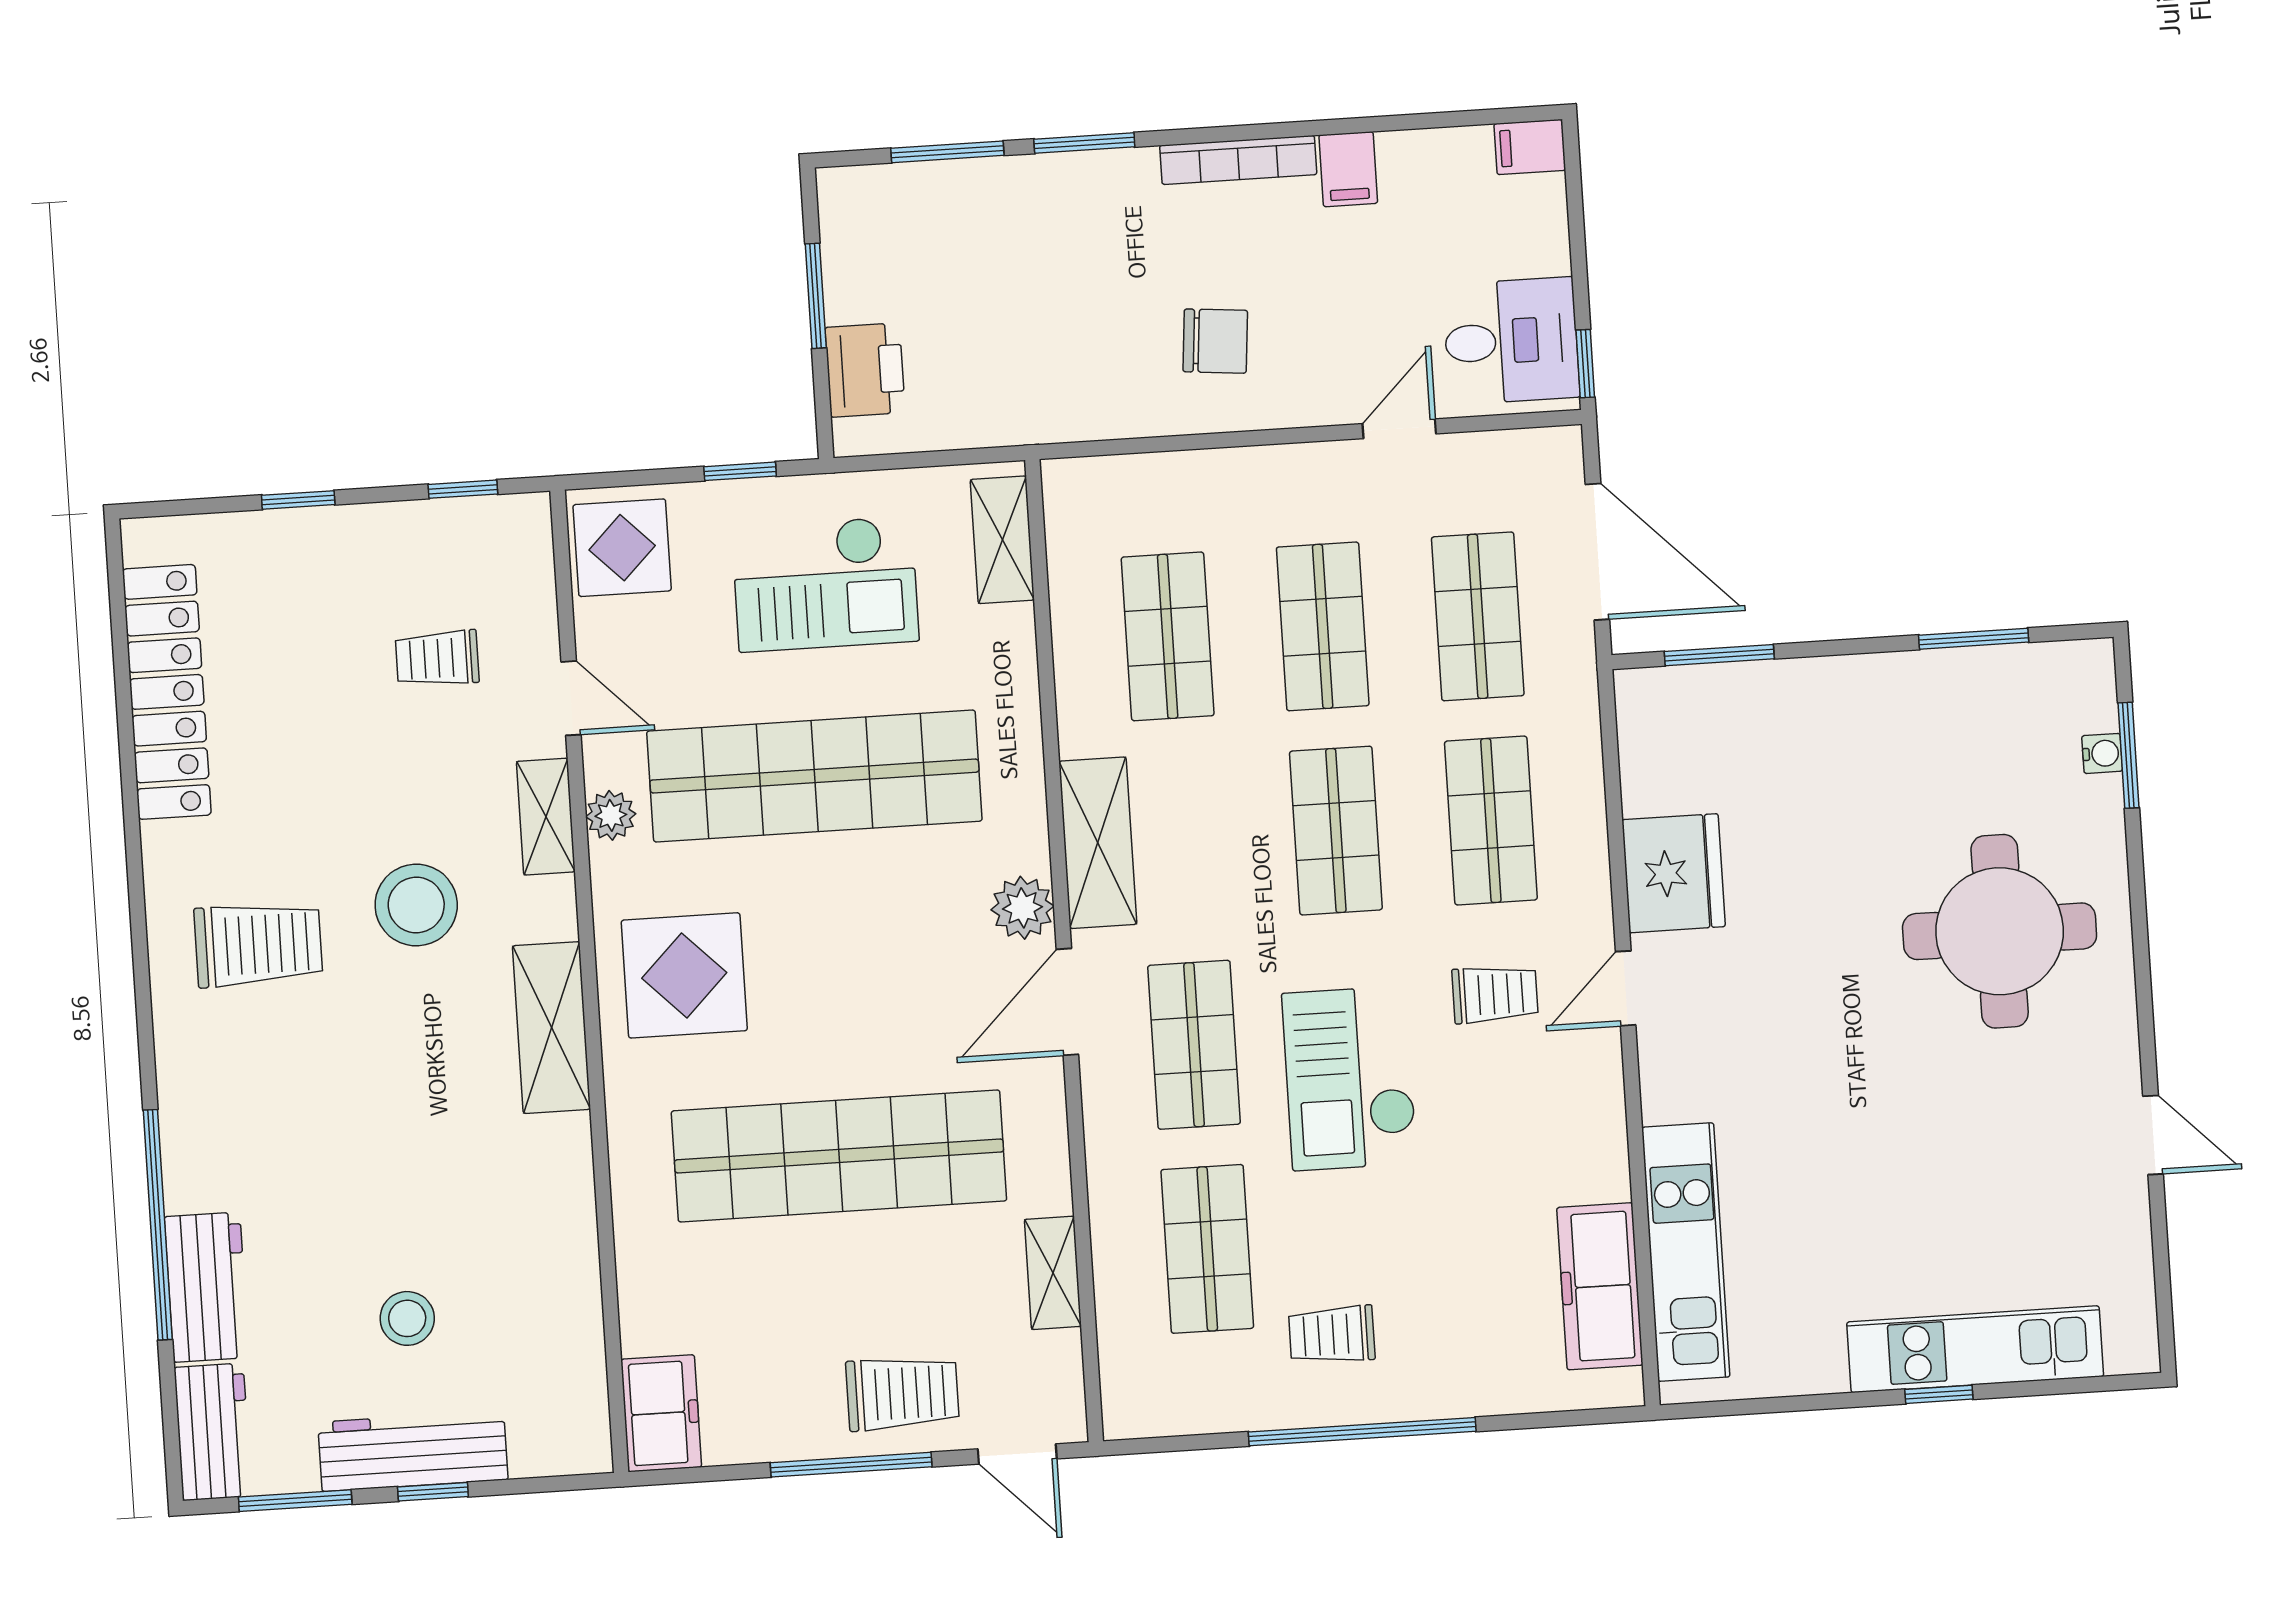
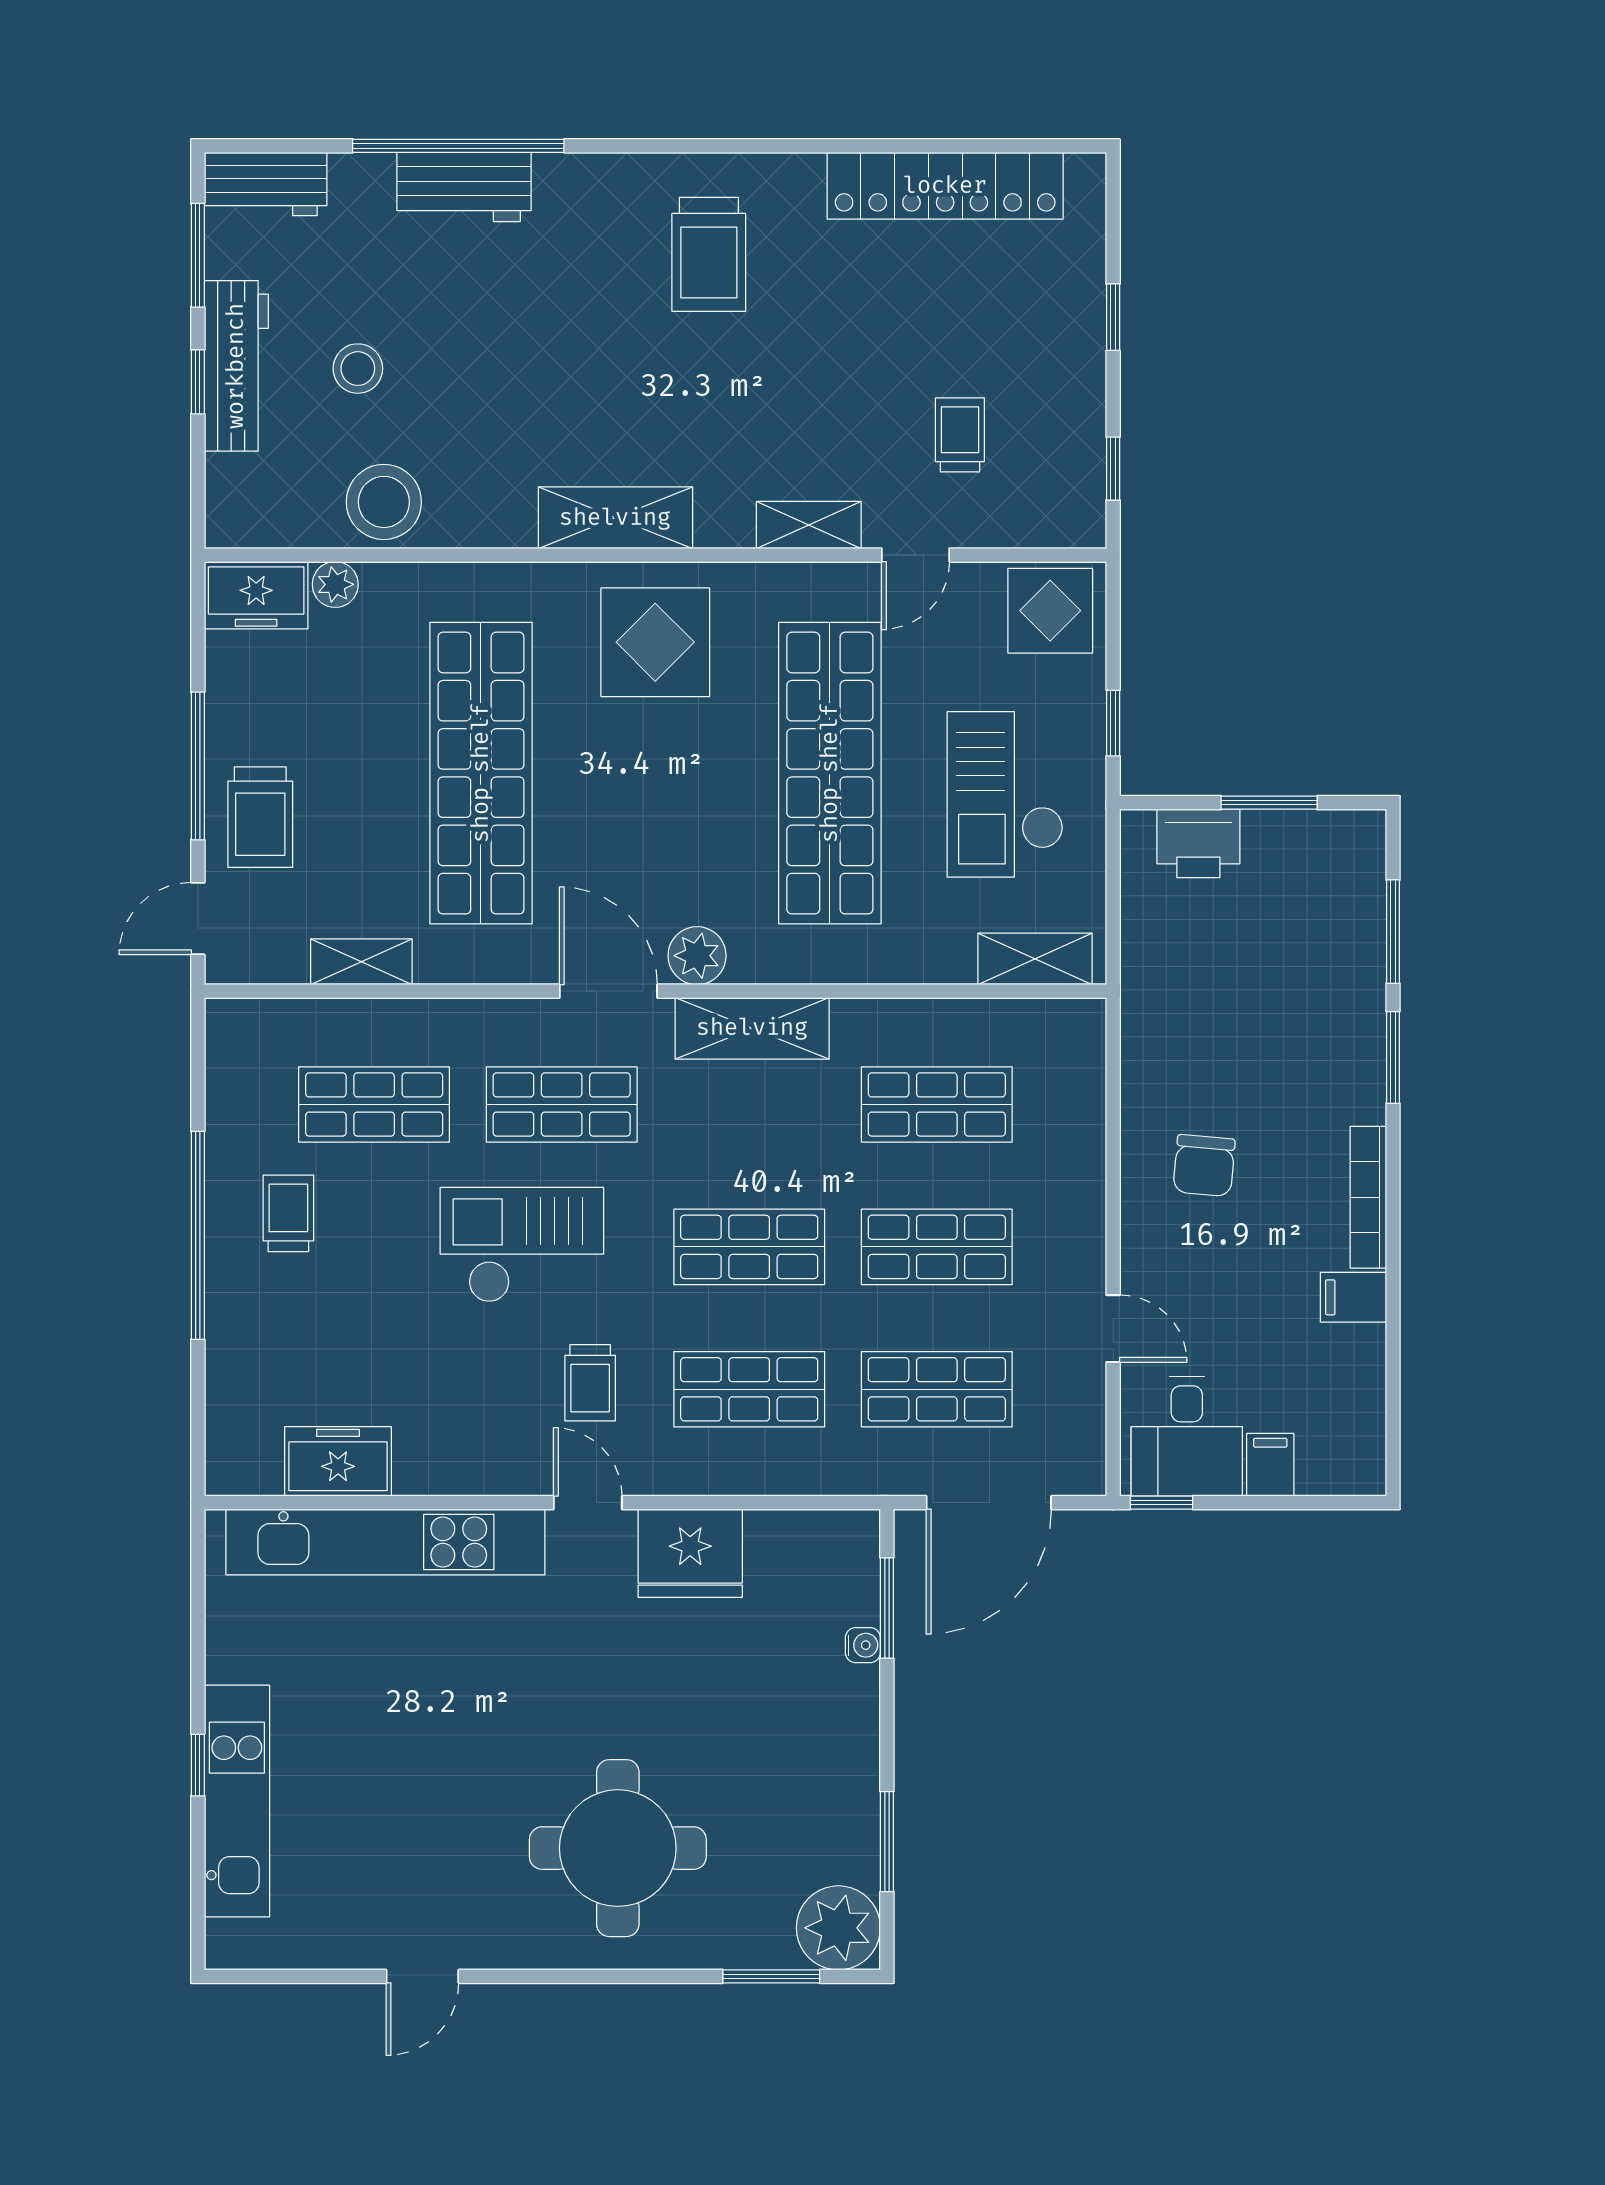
filing cabinet: (1530, 147) -> (1270, 1465), moved
plant: (2071, 686) -> (838, 1928), added
water cooler: (2102, 753) -> (863, 1645), moved, turned -90
plant: (611, 815) -> (335, 584), moved
stool: (416, 905) -> (384, 502), moved
kitchen unit: (1686, 1252) -> (385, 1542), width x1.36
freezer: (1600, 1286) -> (338, 1461), width x0.71
workbench: (207, 1287) -> (464, 187), moved

